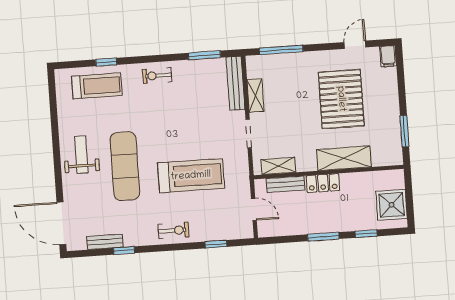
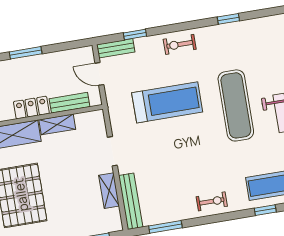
shelving: (278, 166) -> (57, 124), moved
treadmill: (191, 176) -> (167, 102), turned 180
bench: (105, 242) -> (116, 48), moved

